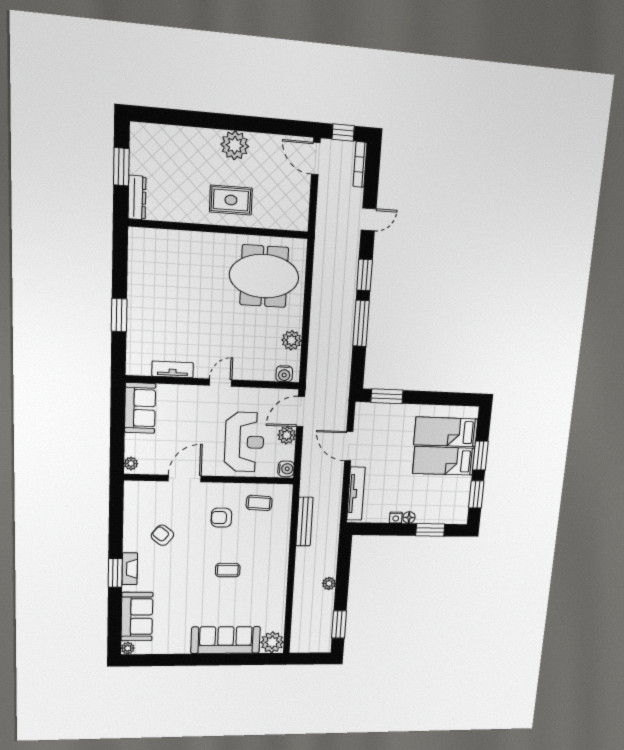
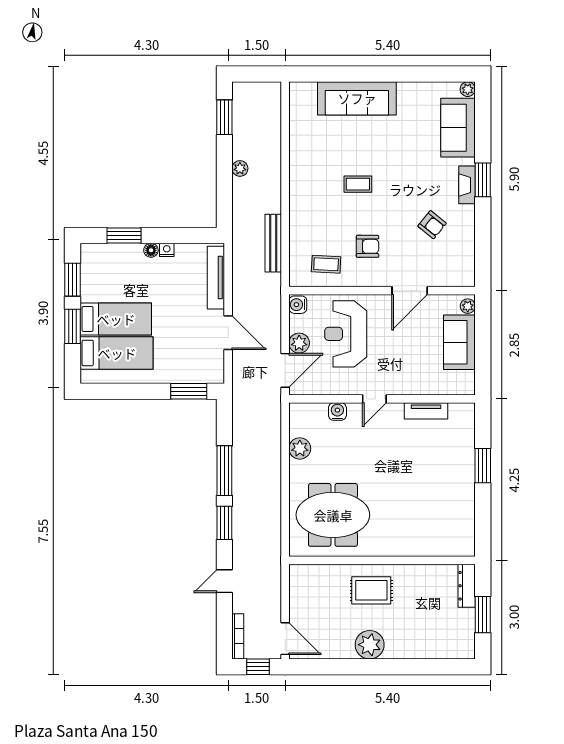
water cooler: (284, 374) -> (337, 412), moved
sofa: (140, 408) -> (459, 342), moved
plant: (272, 642) -> (302, 95), removed

